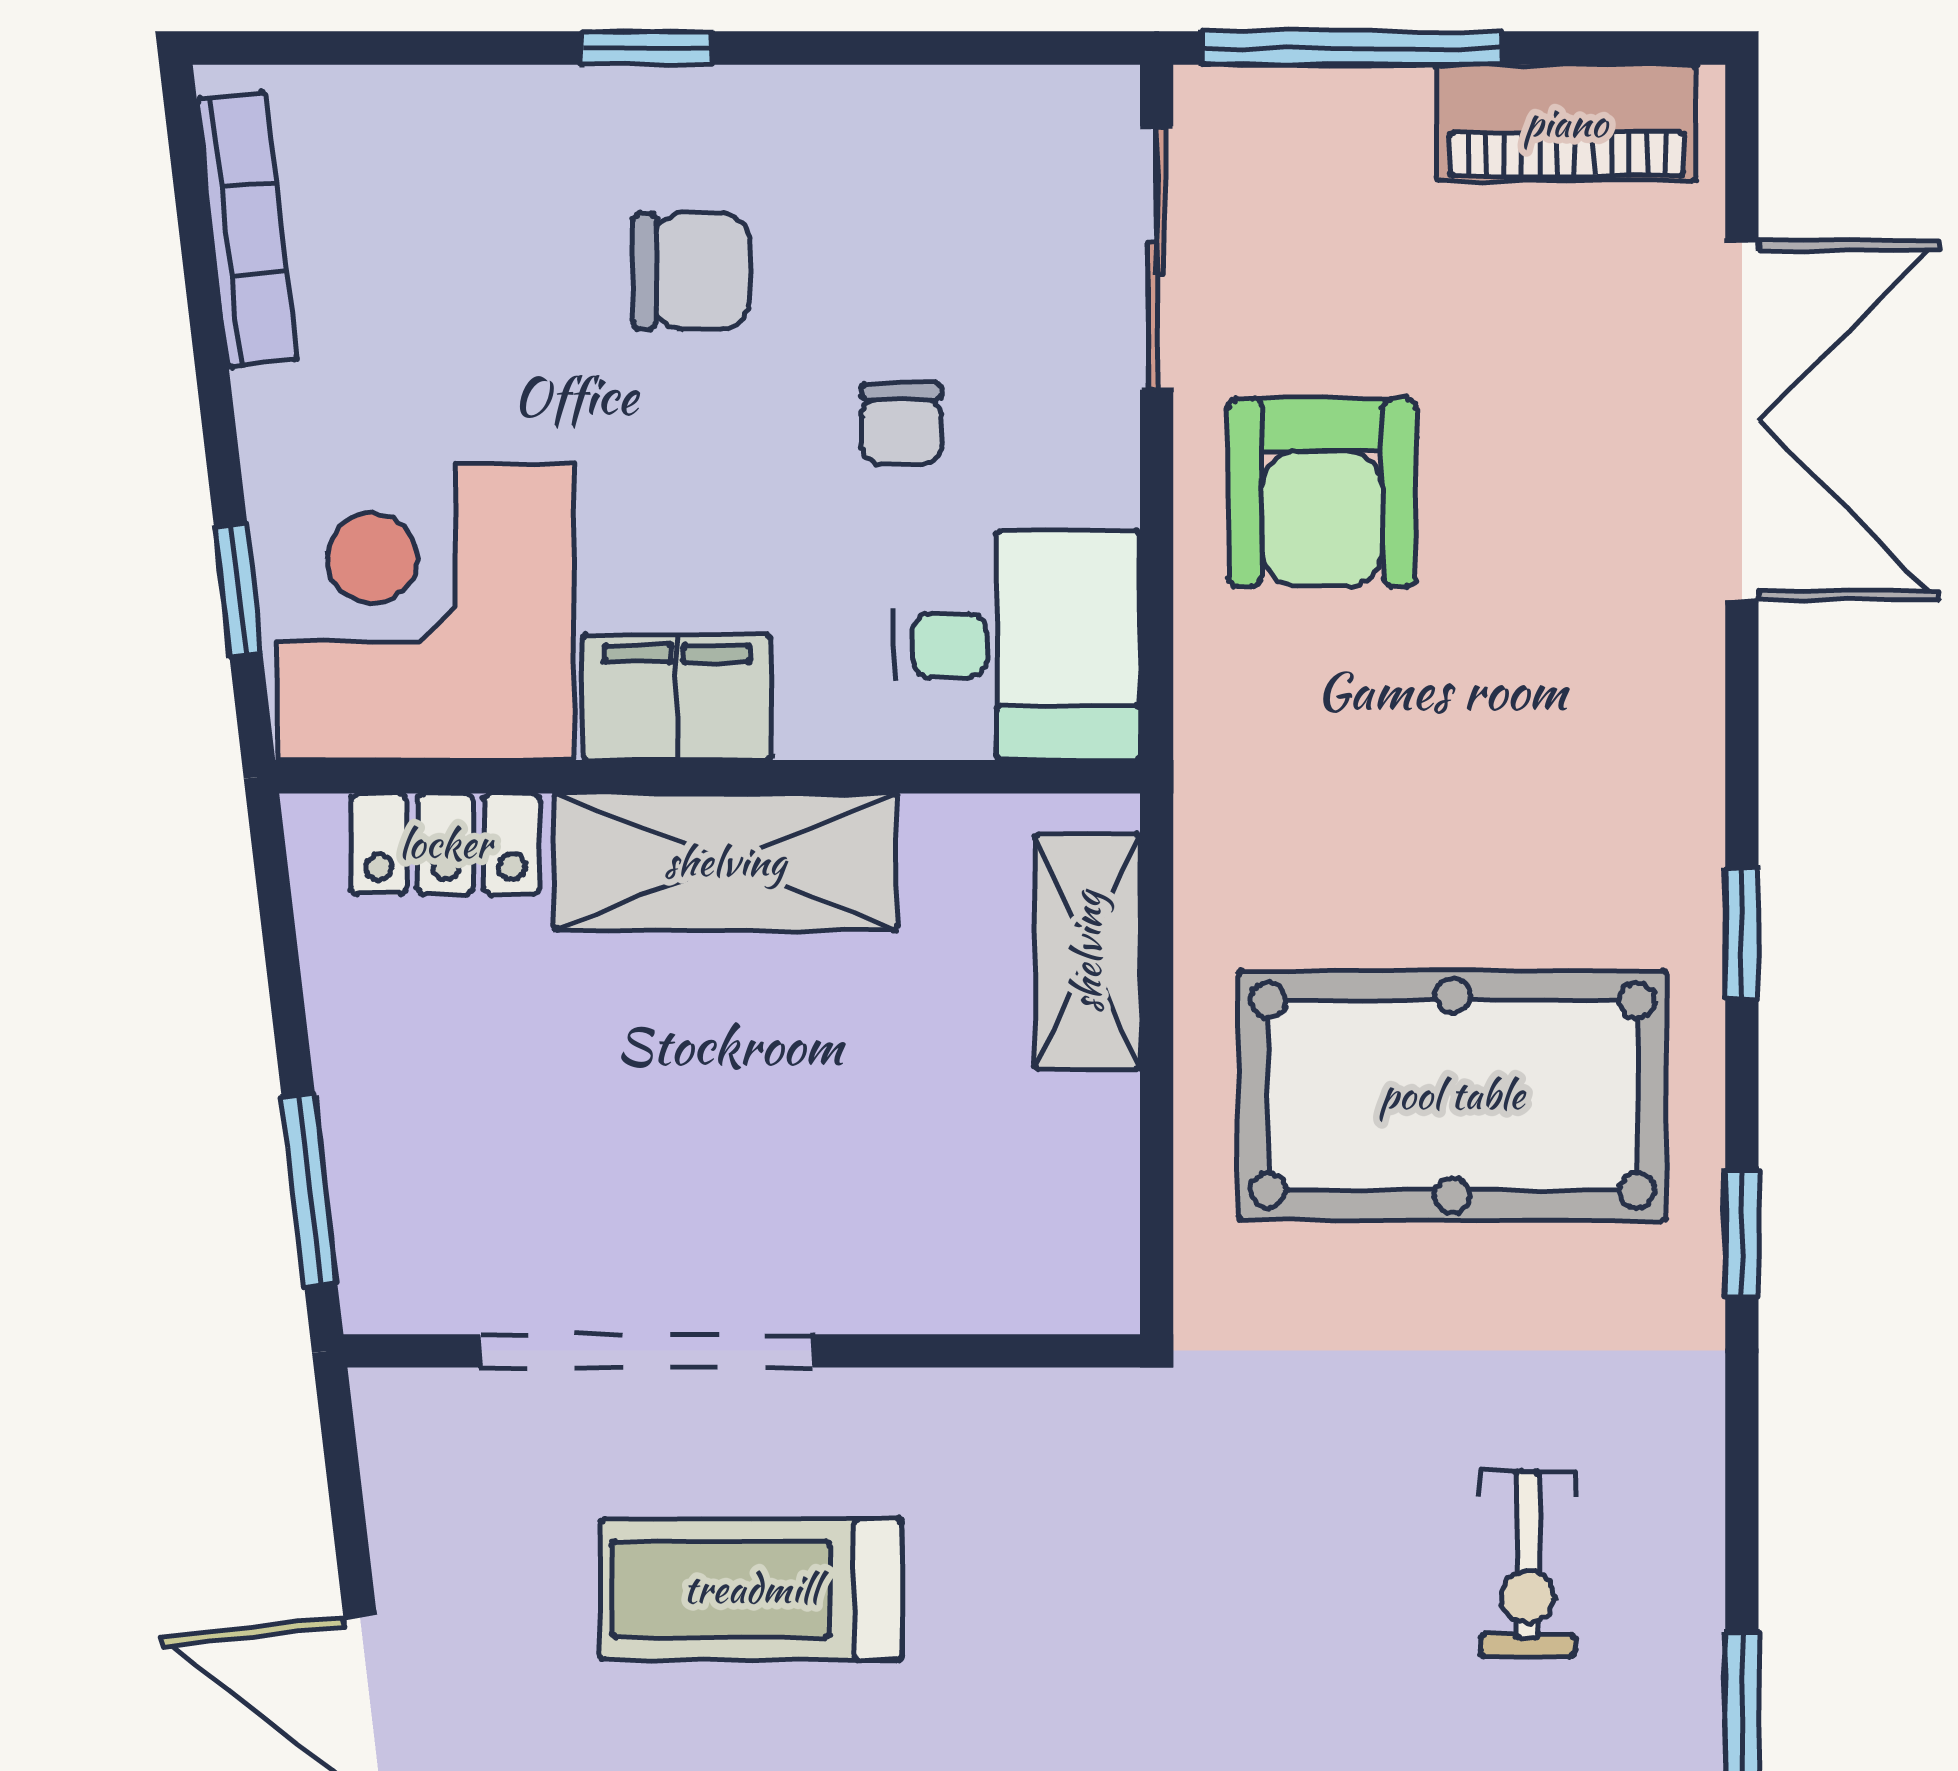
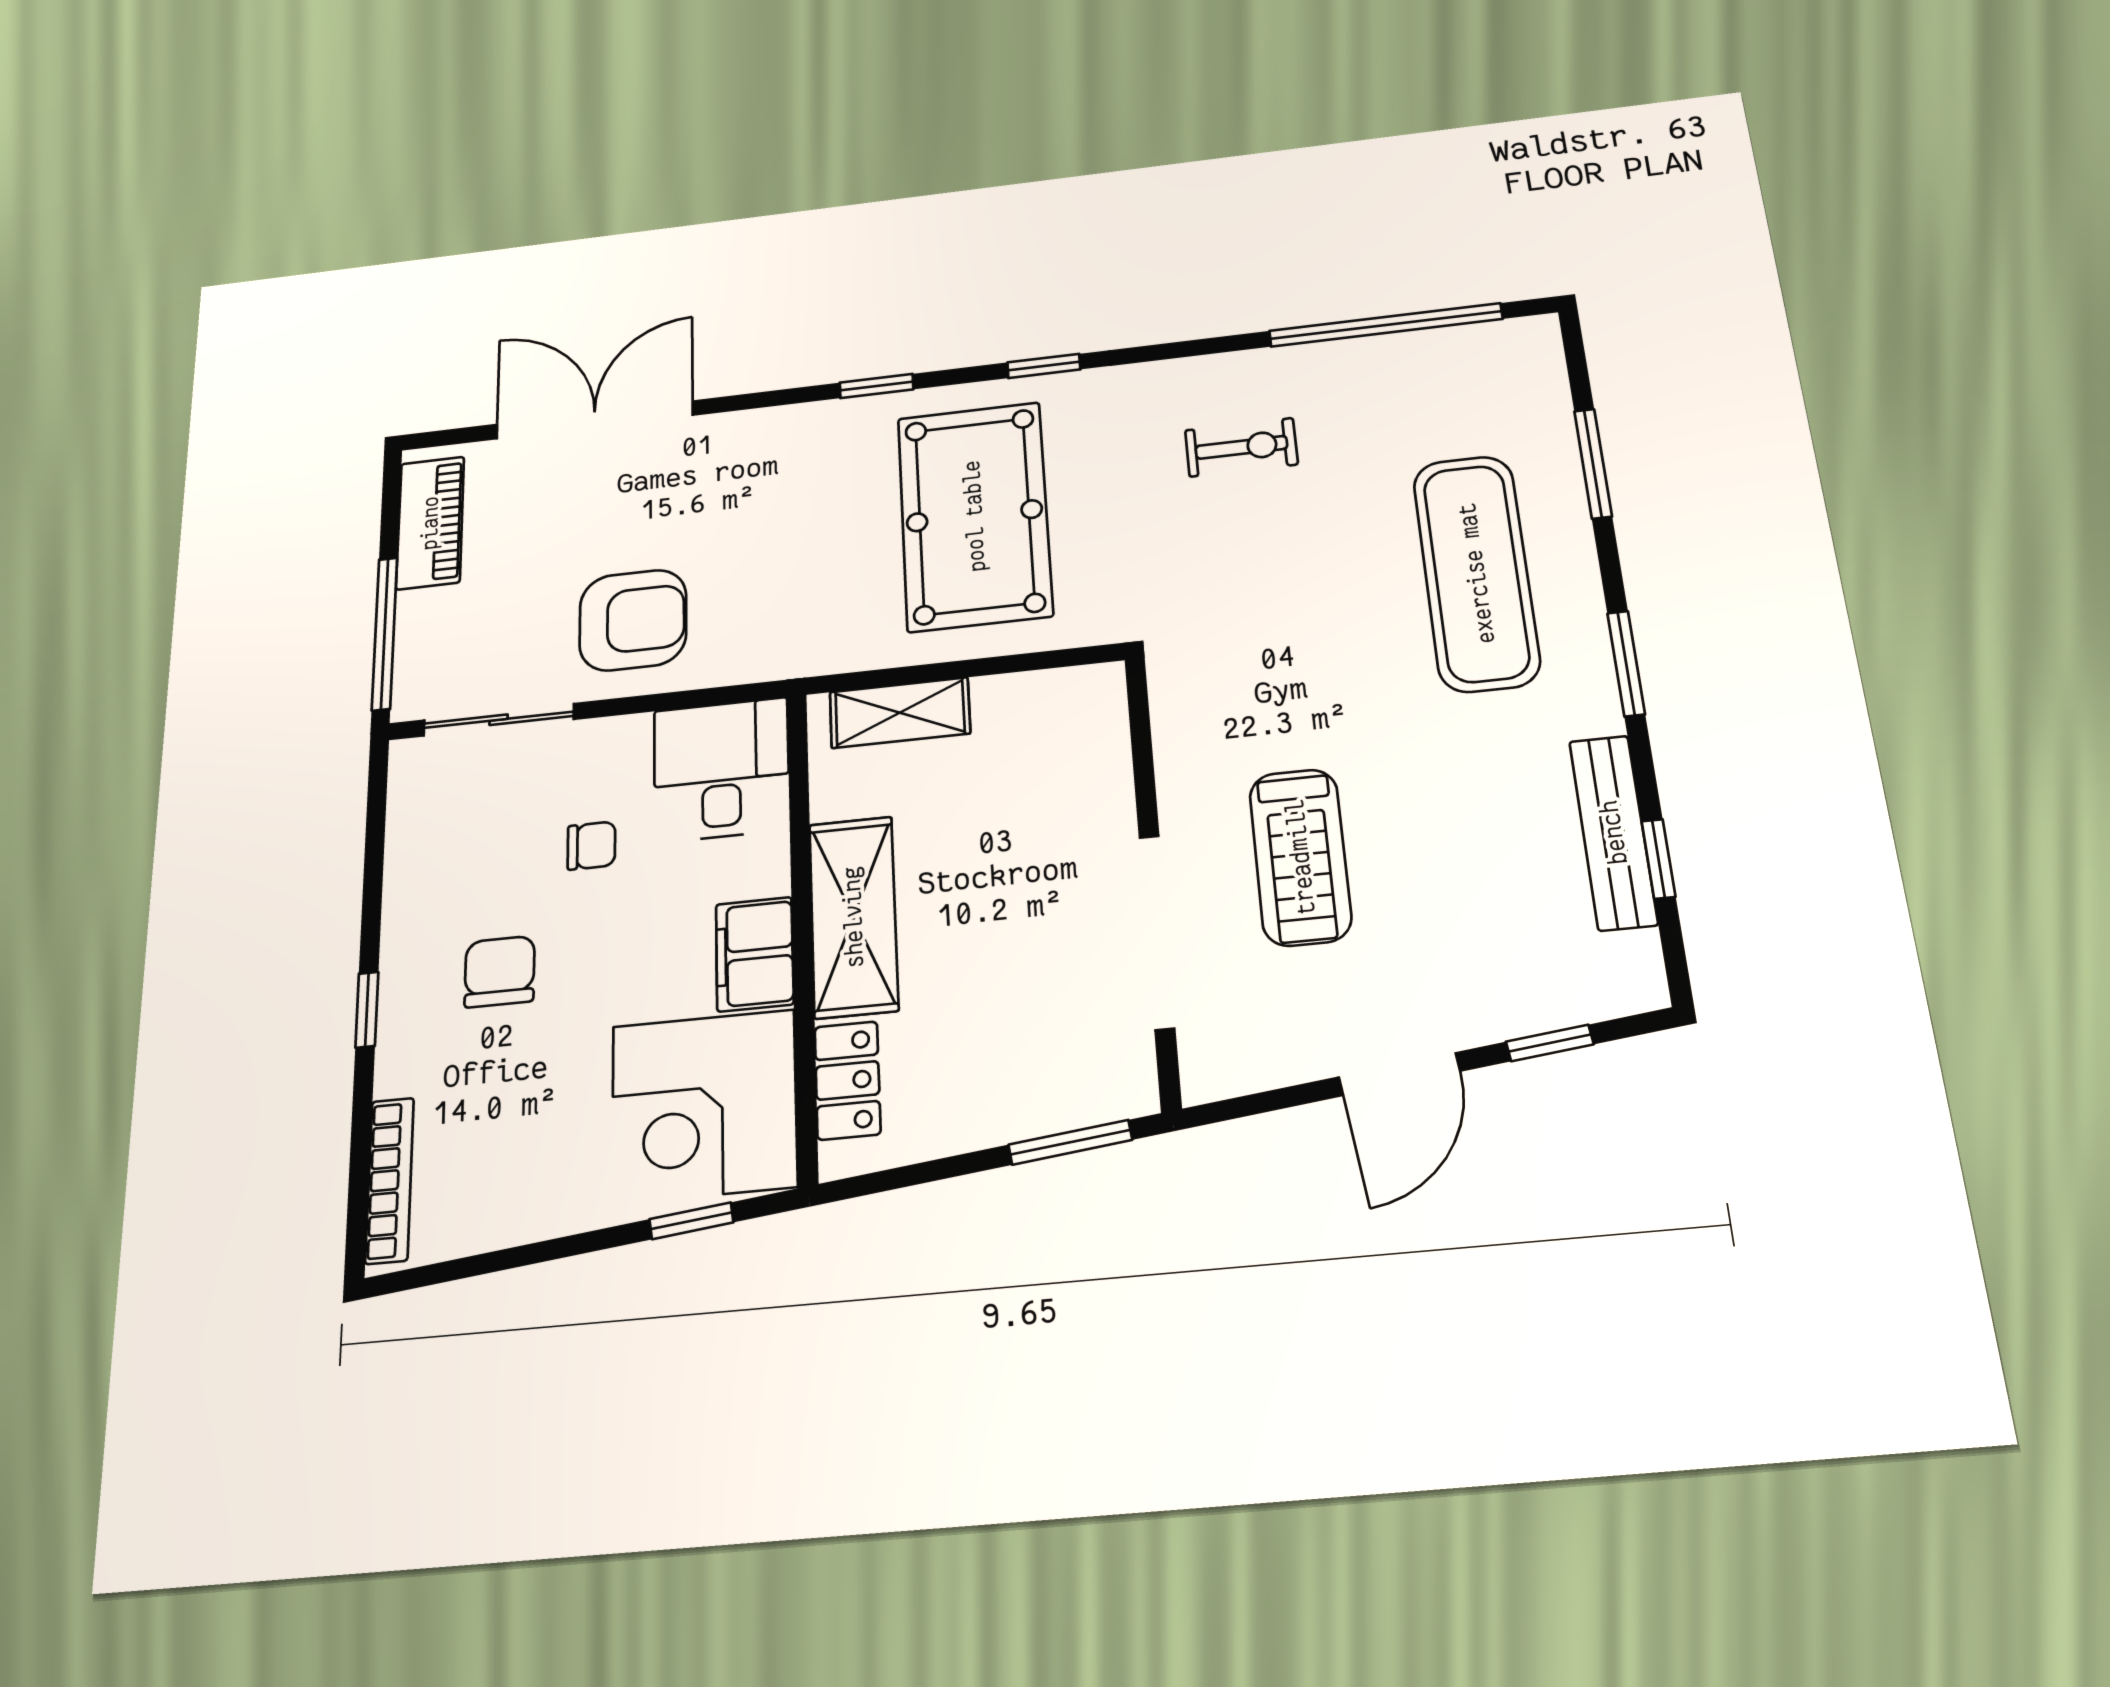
bookcase: (247, 230) -> (390, 1180), moved, turned 97

